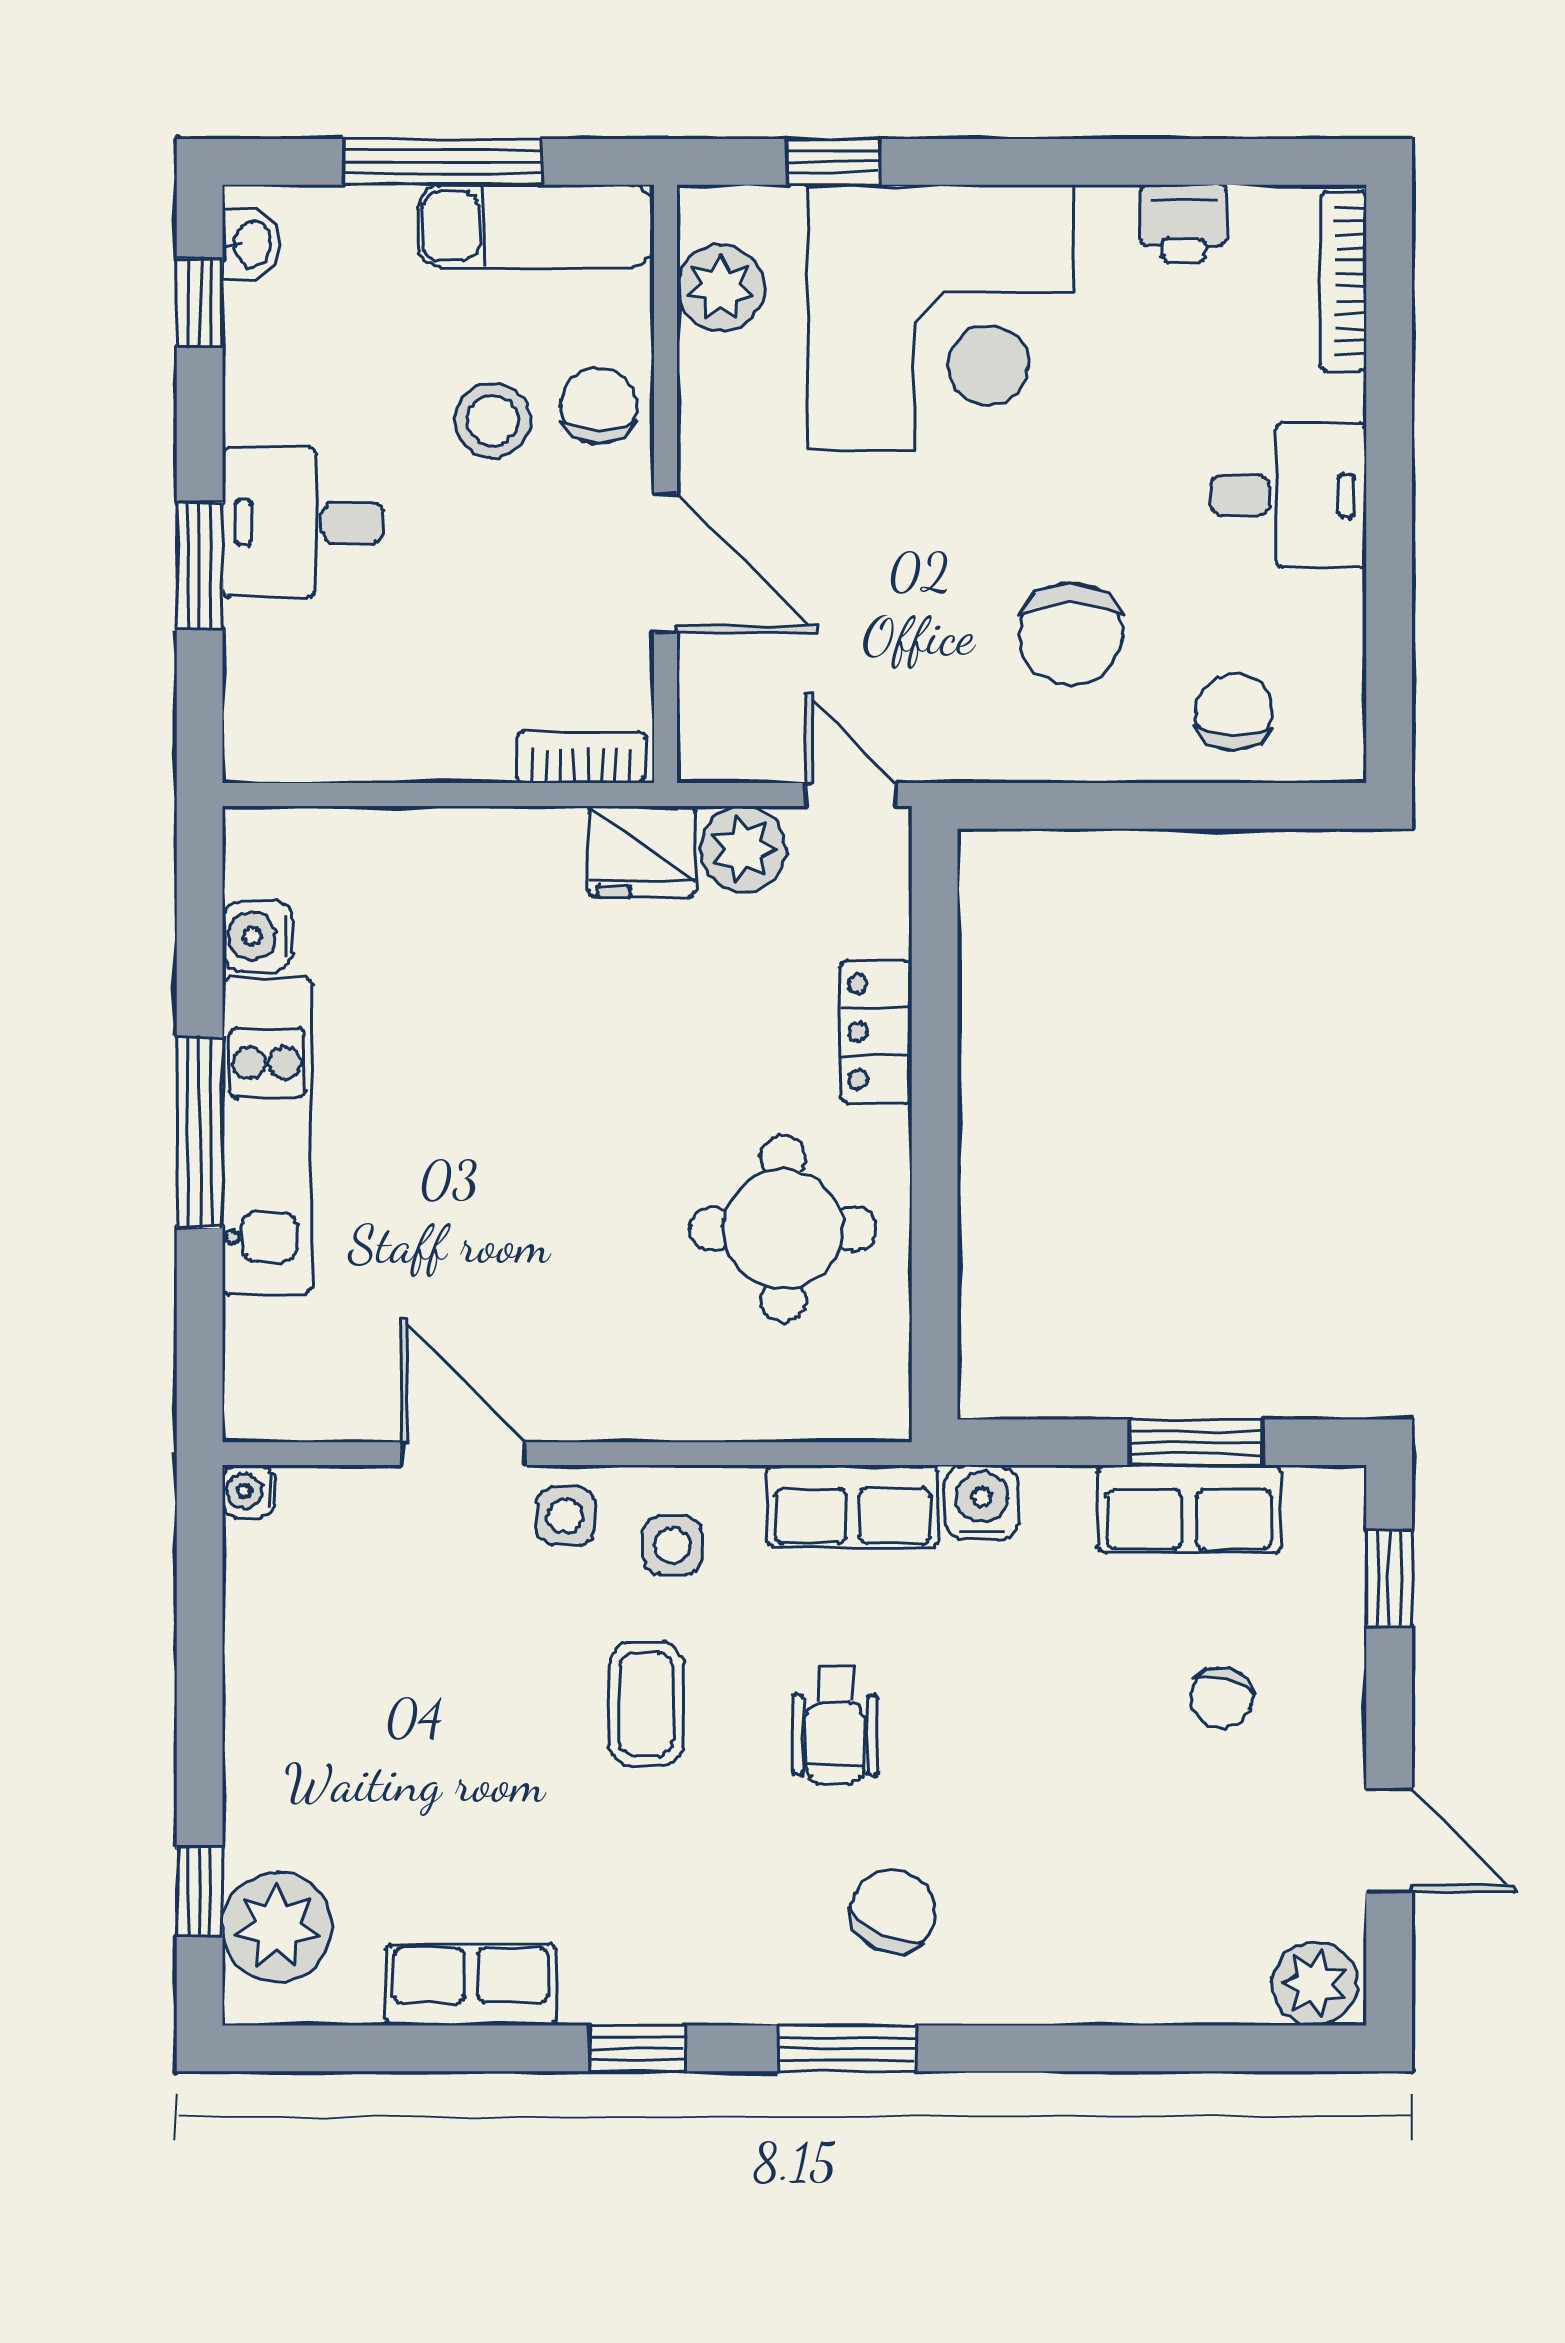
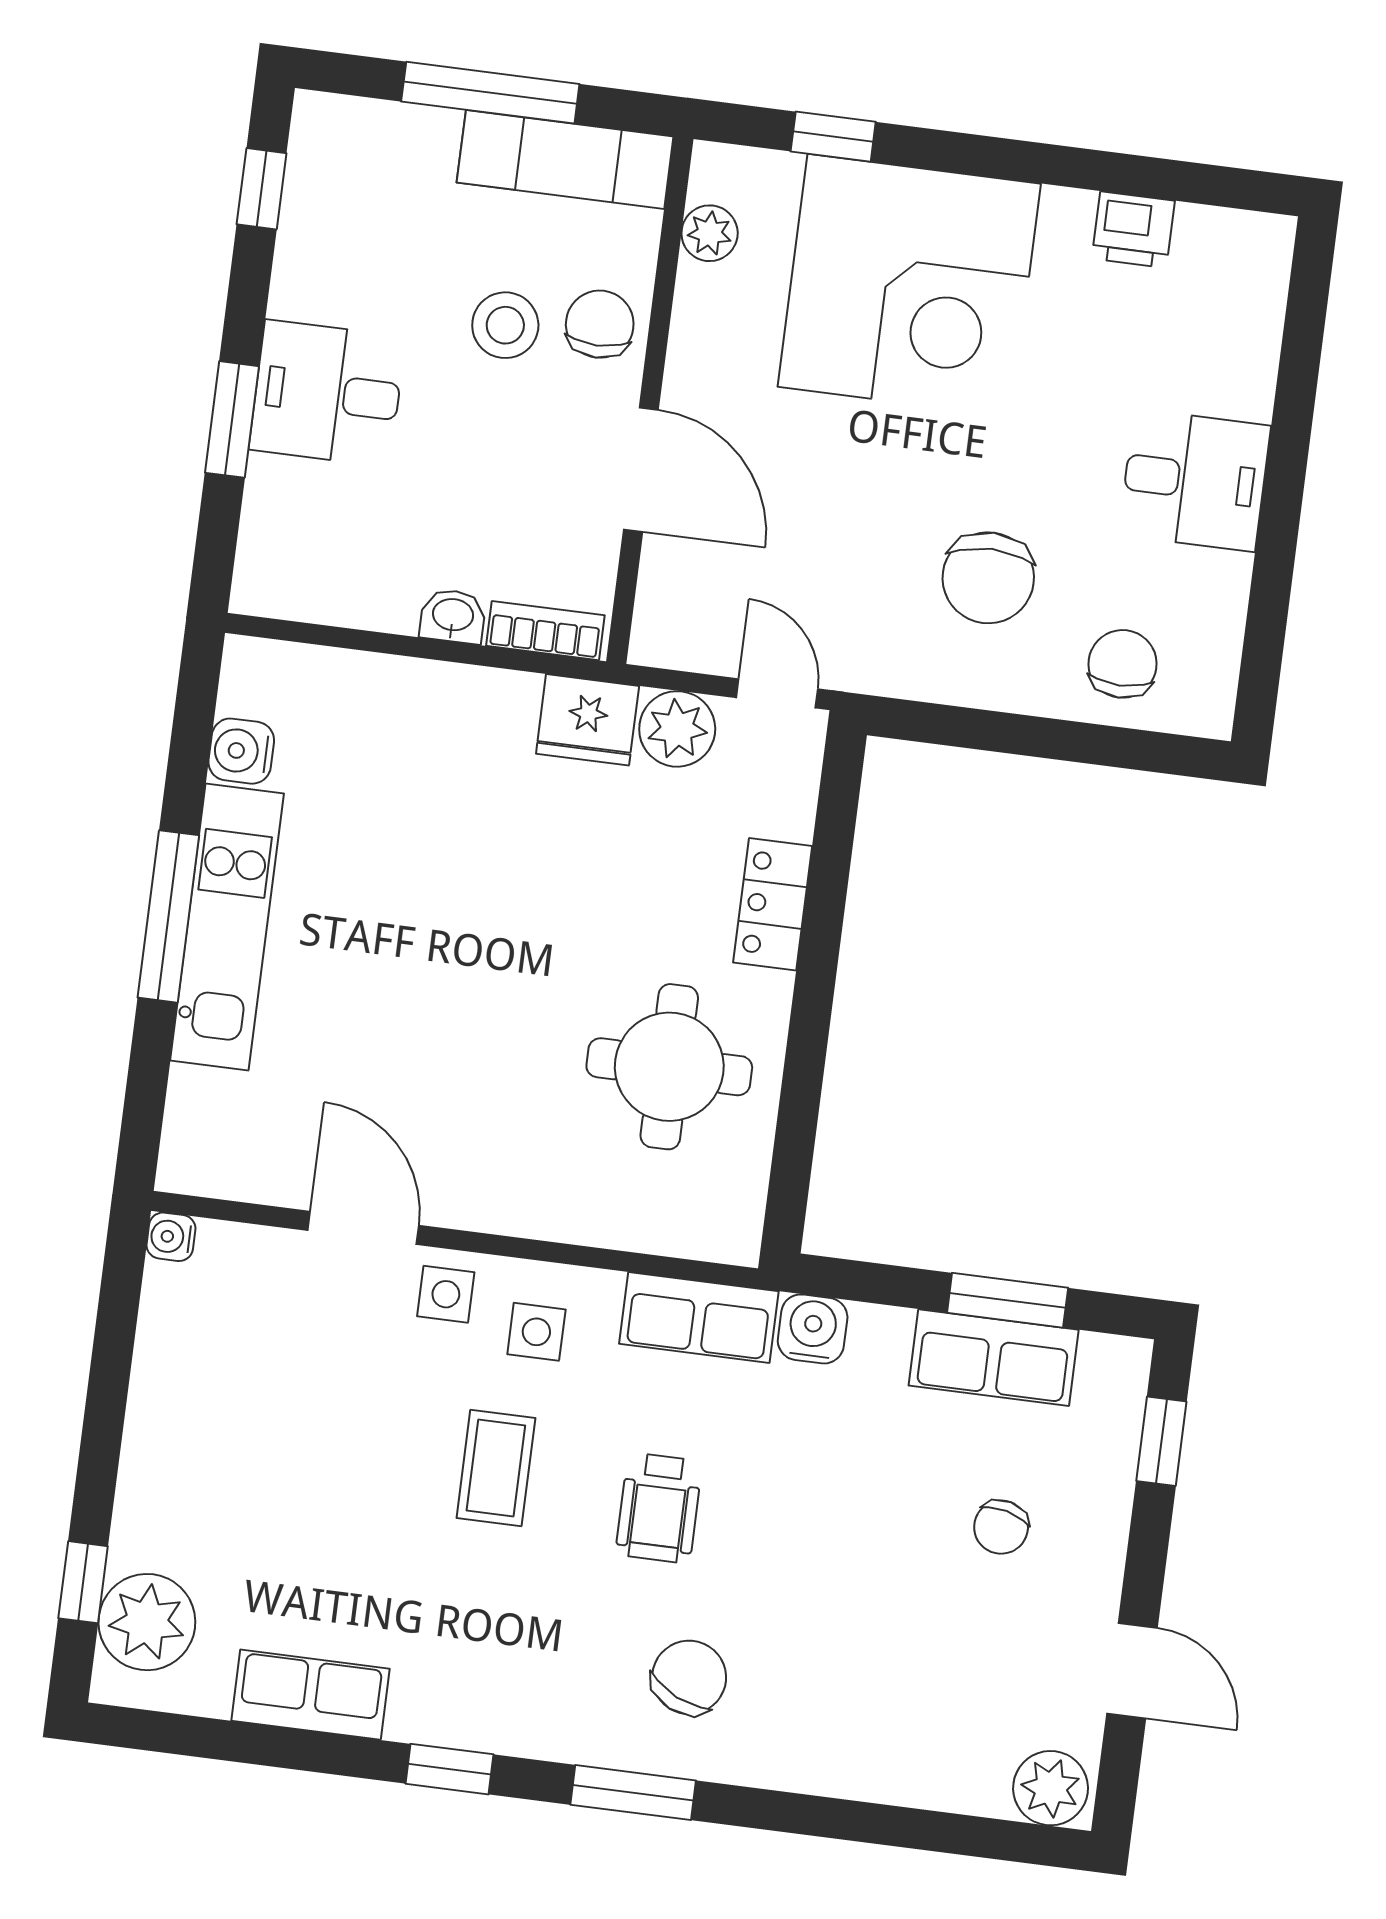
washbasin: (251, 244) -> (453, 616), moved, turned -90
bookcase: (1343, 281) -> (1267, 298), removed
plant: (721, 288) -> (710, 233), width x0.73, depth x0.73

